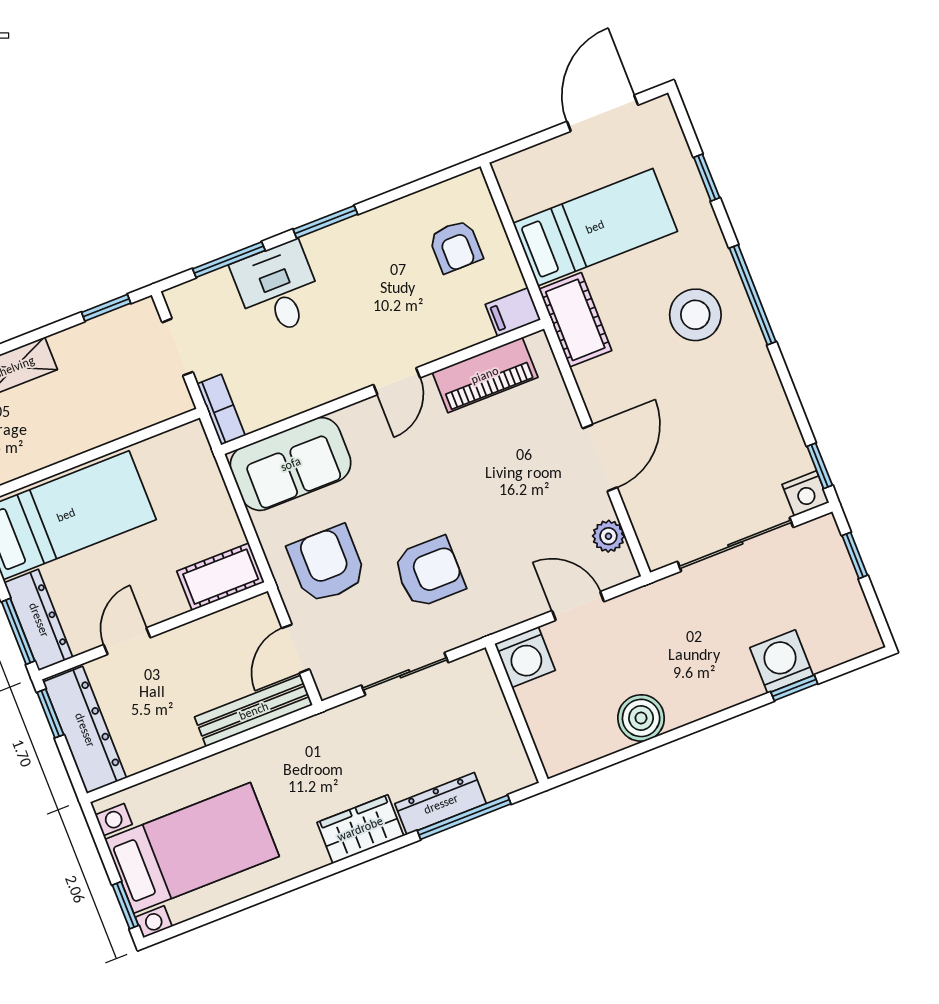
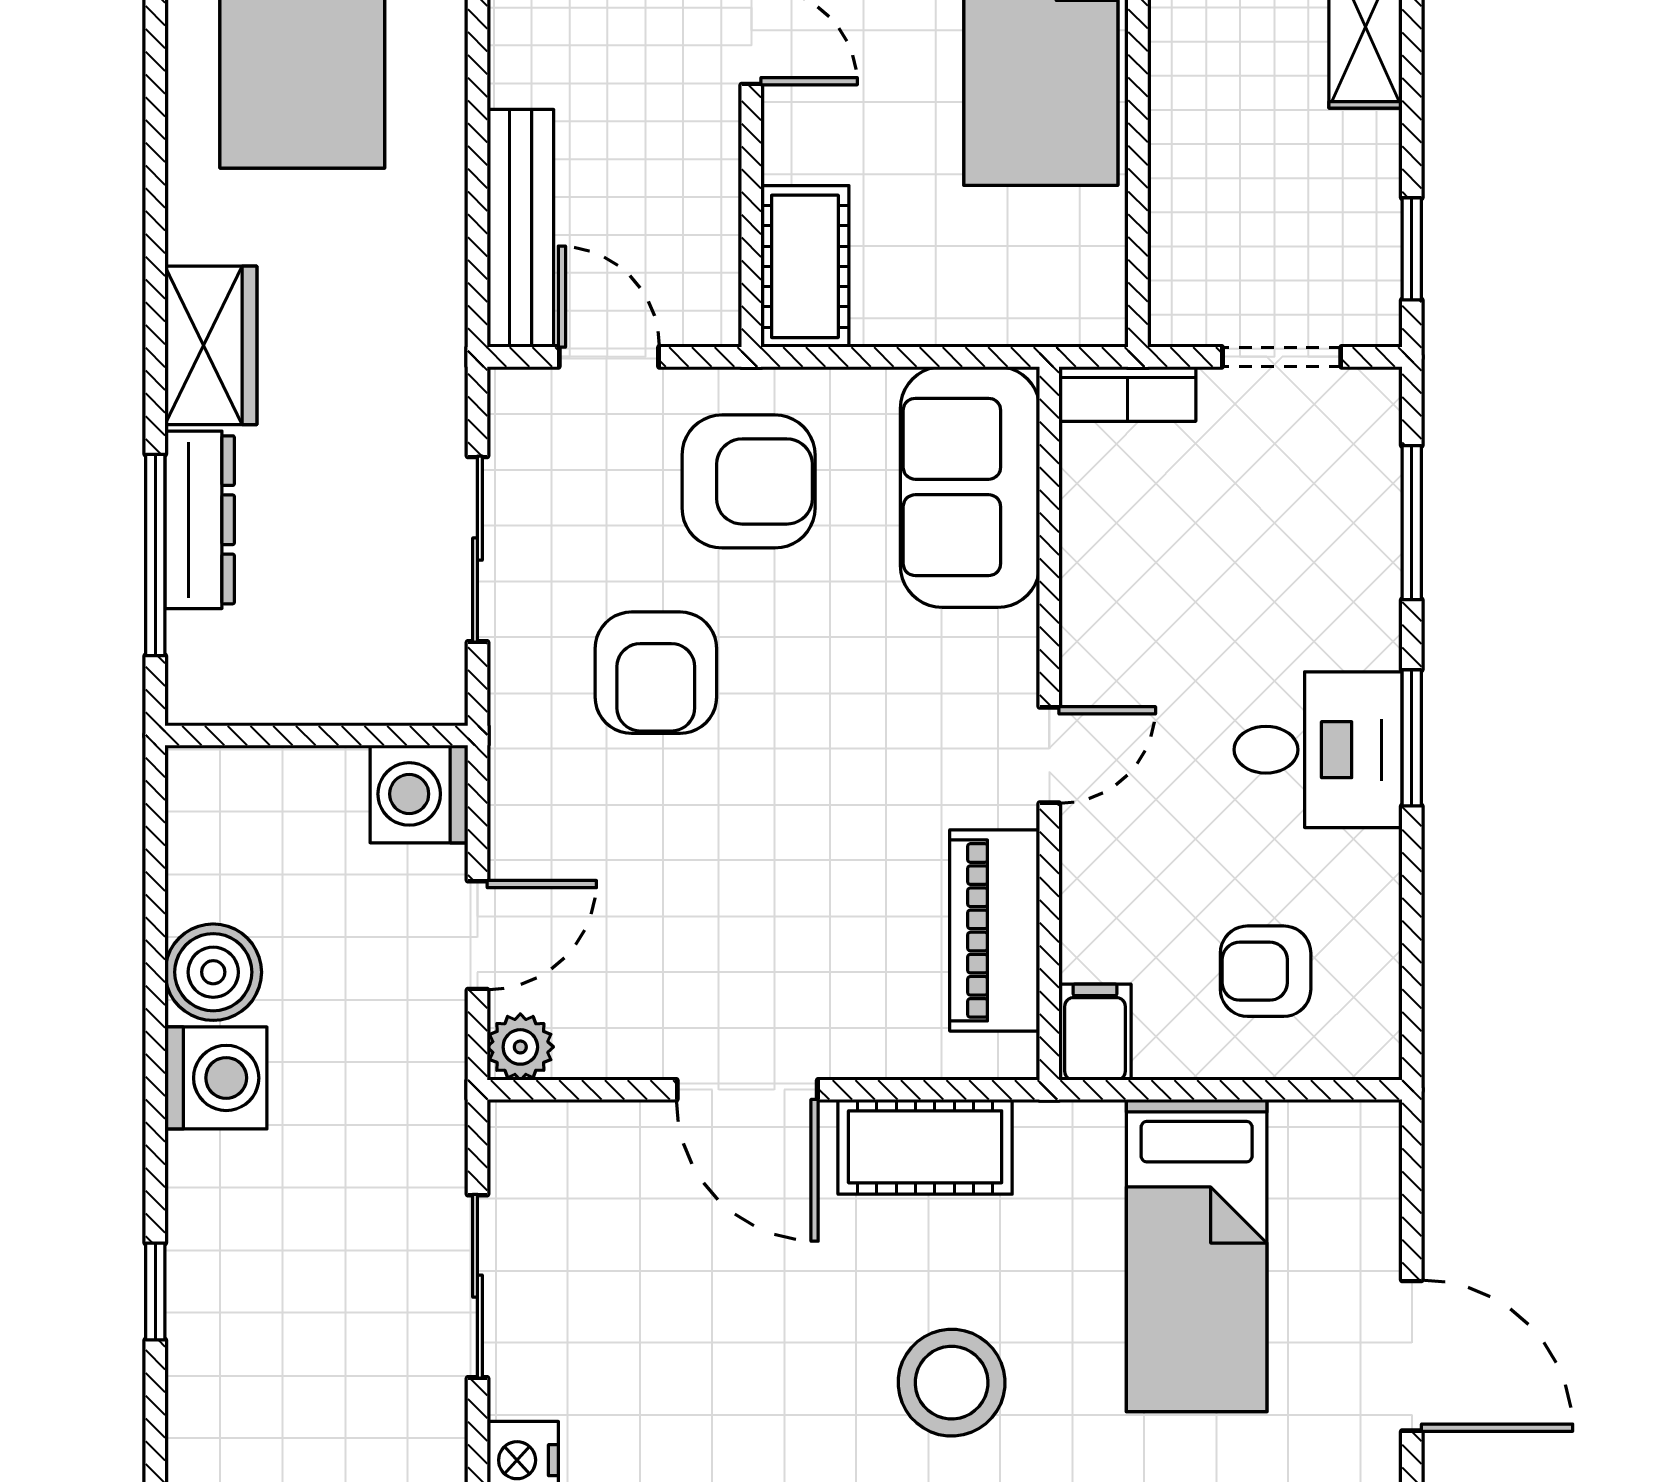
desk: (278, 289) -> (1318, 750), moved
cot: (575, 320) -> (925, 1147), moved
door: (397, 381) -> (1049, 755), swing flipped
plant: (608, 536) -> (520, 1047), moved
sliding door: (735, 544) -> (477, 1286), width x0.73
washing machine: (781, 662) -> (216, 1078), moved

